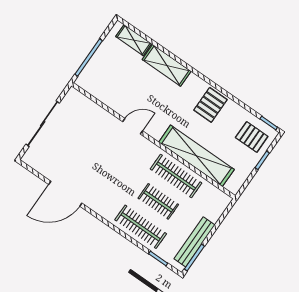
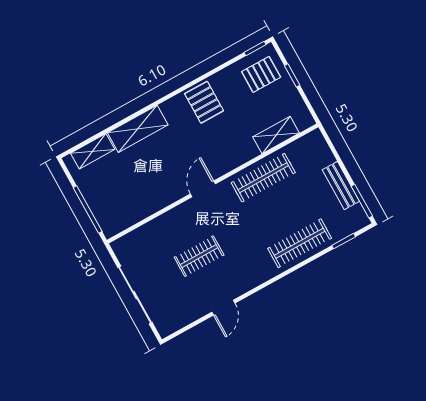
door: (133, 126) -> (203, 189), moved
shelving: (196, 156) -> (276, 135), width x0.45, depth x0.75
door: (65, 194) -> (223, 308), width x0.53
clothes rail: (158, 201) -> (199, 256), moved
bench: (194, 242) -> (341, 185), width x0.73

